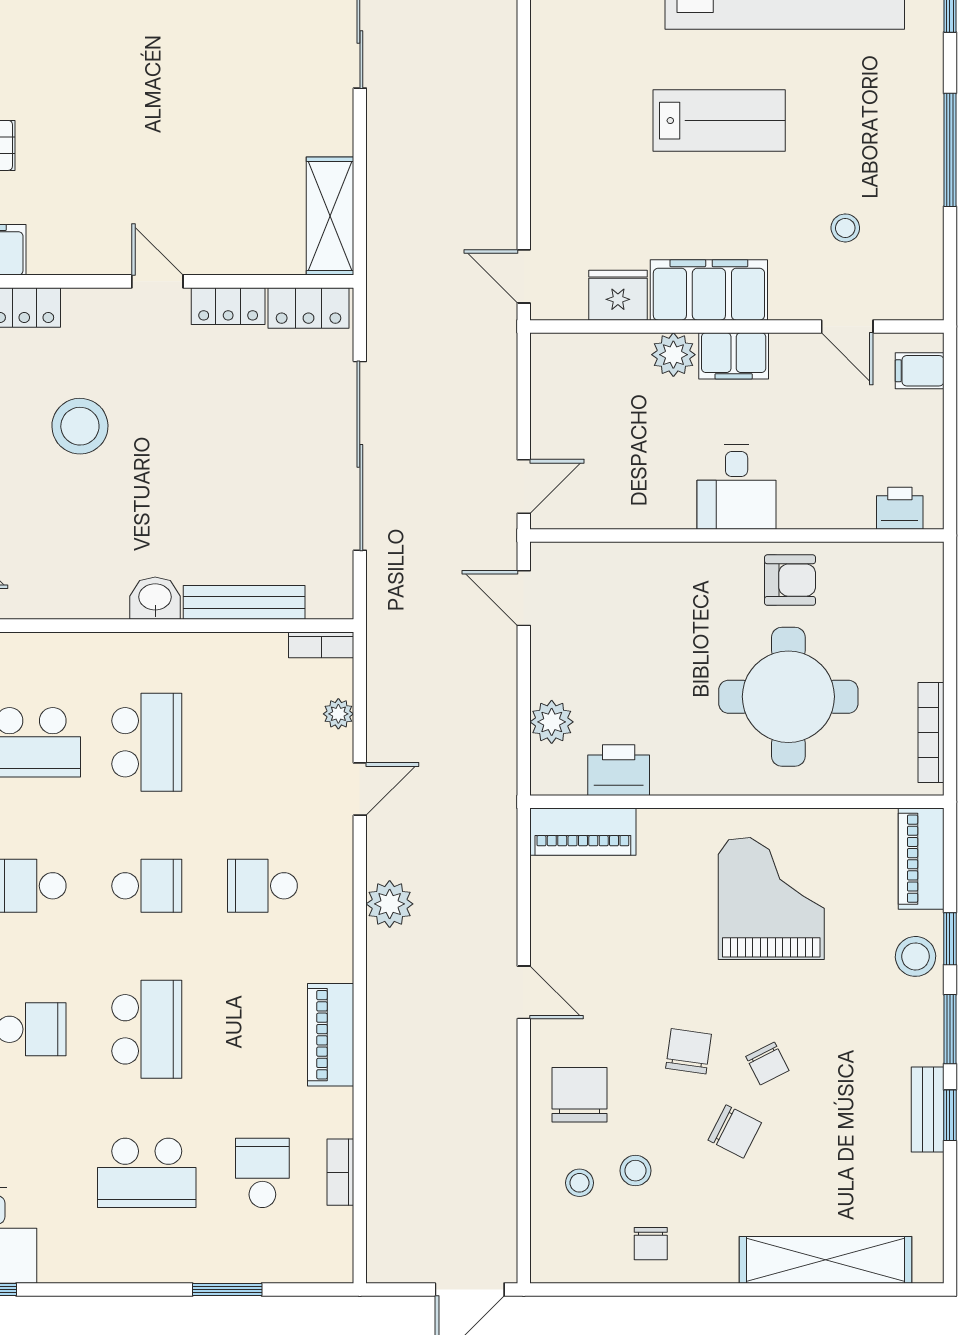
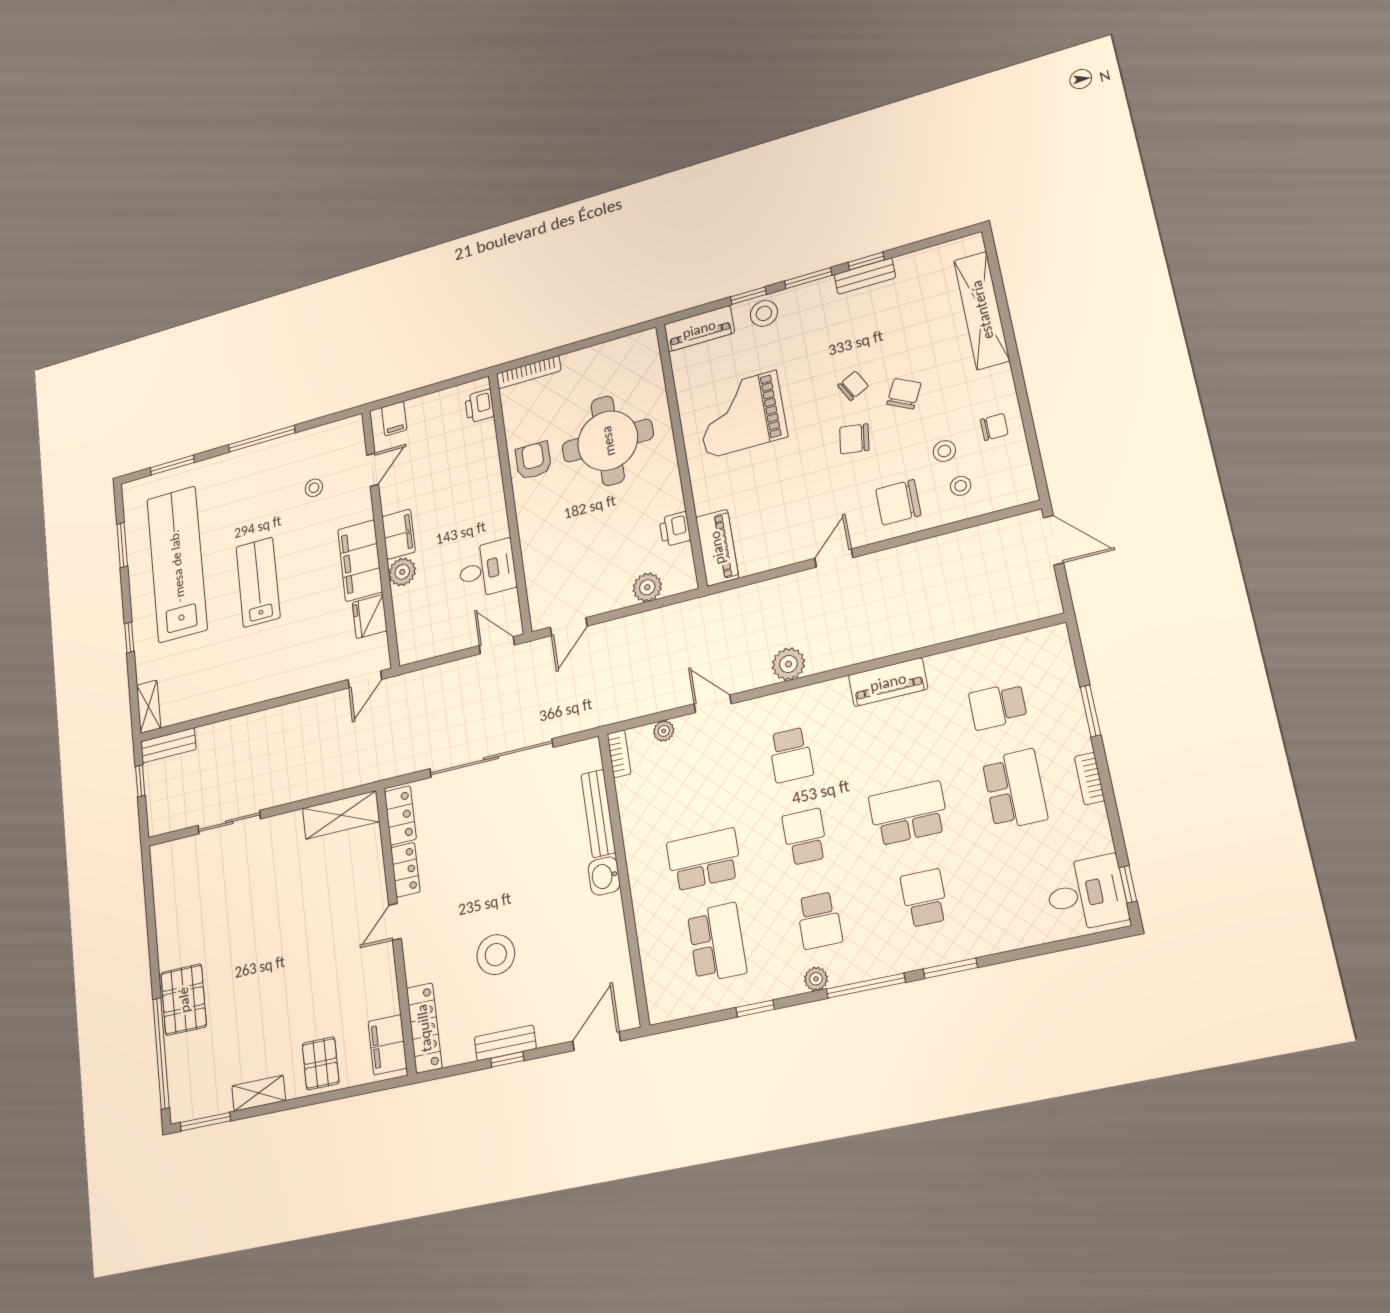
desk: (737, 487) -> (487, 569), moved
bookcase: (931, 733) -> (529, 372), moved
printer: (619, 770) -> (675, 529), width x0.73, depth x0.81
bookcase: (340, 1172) -> (1090, 779), moved, turned 90

